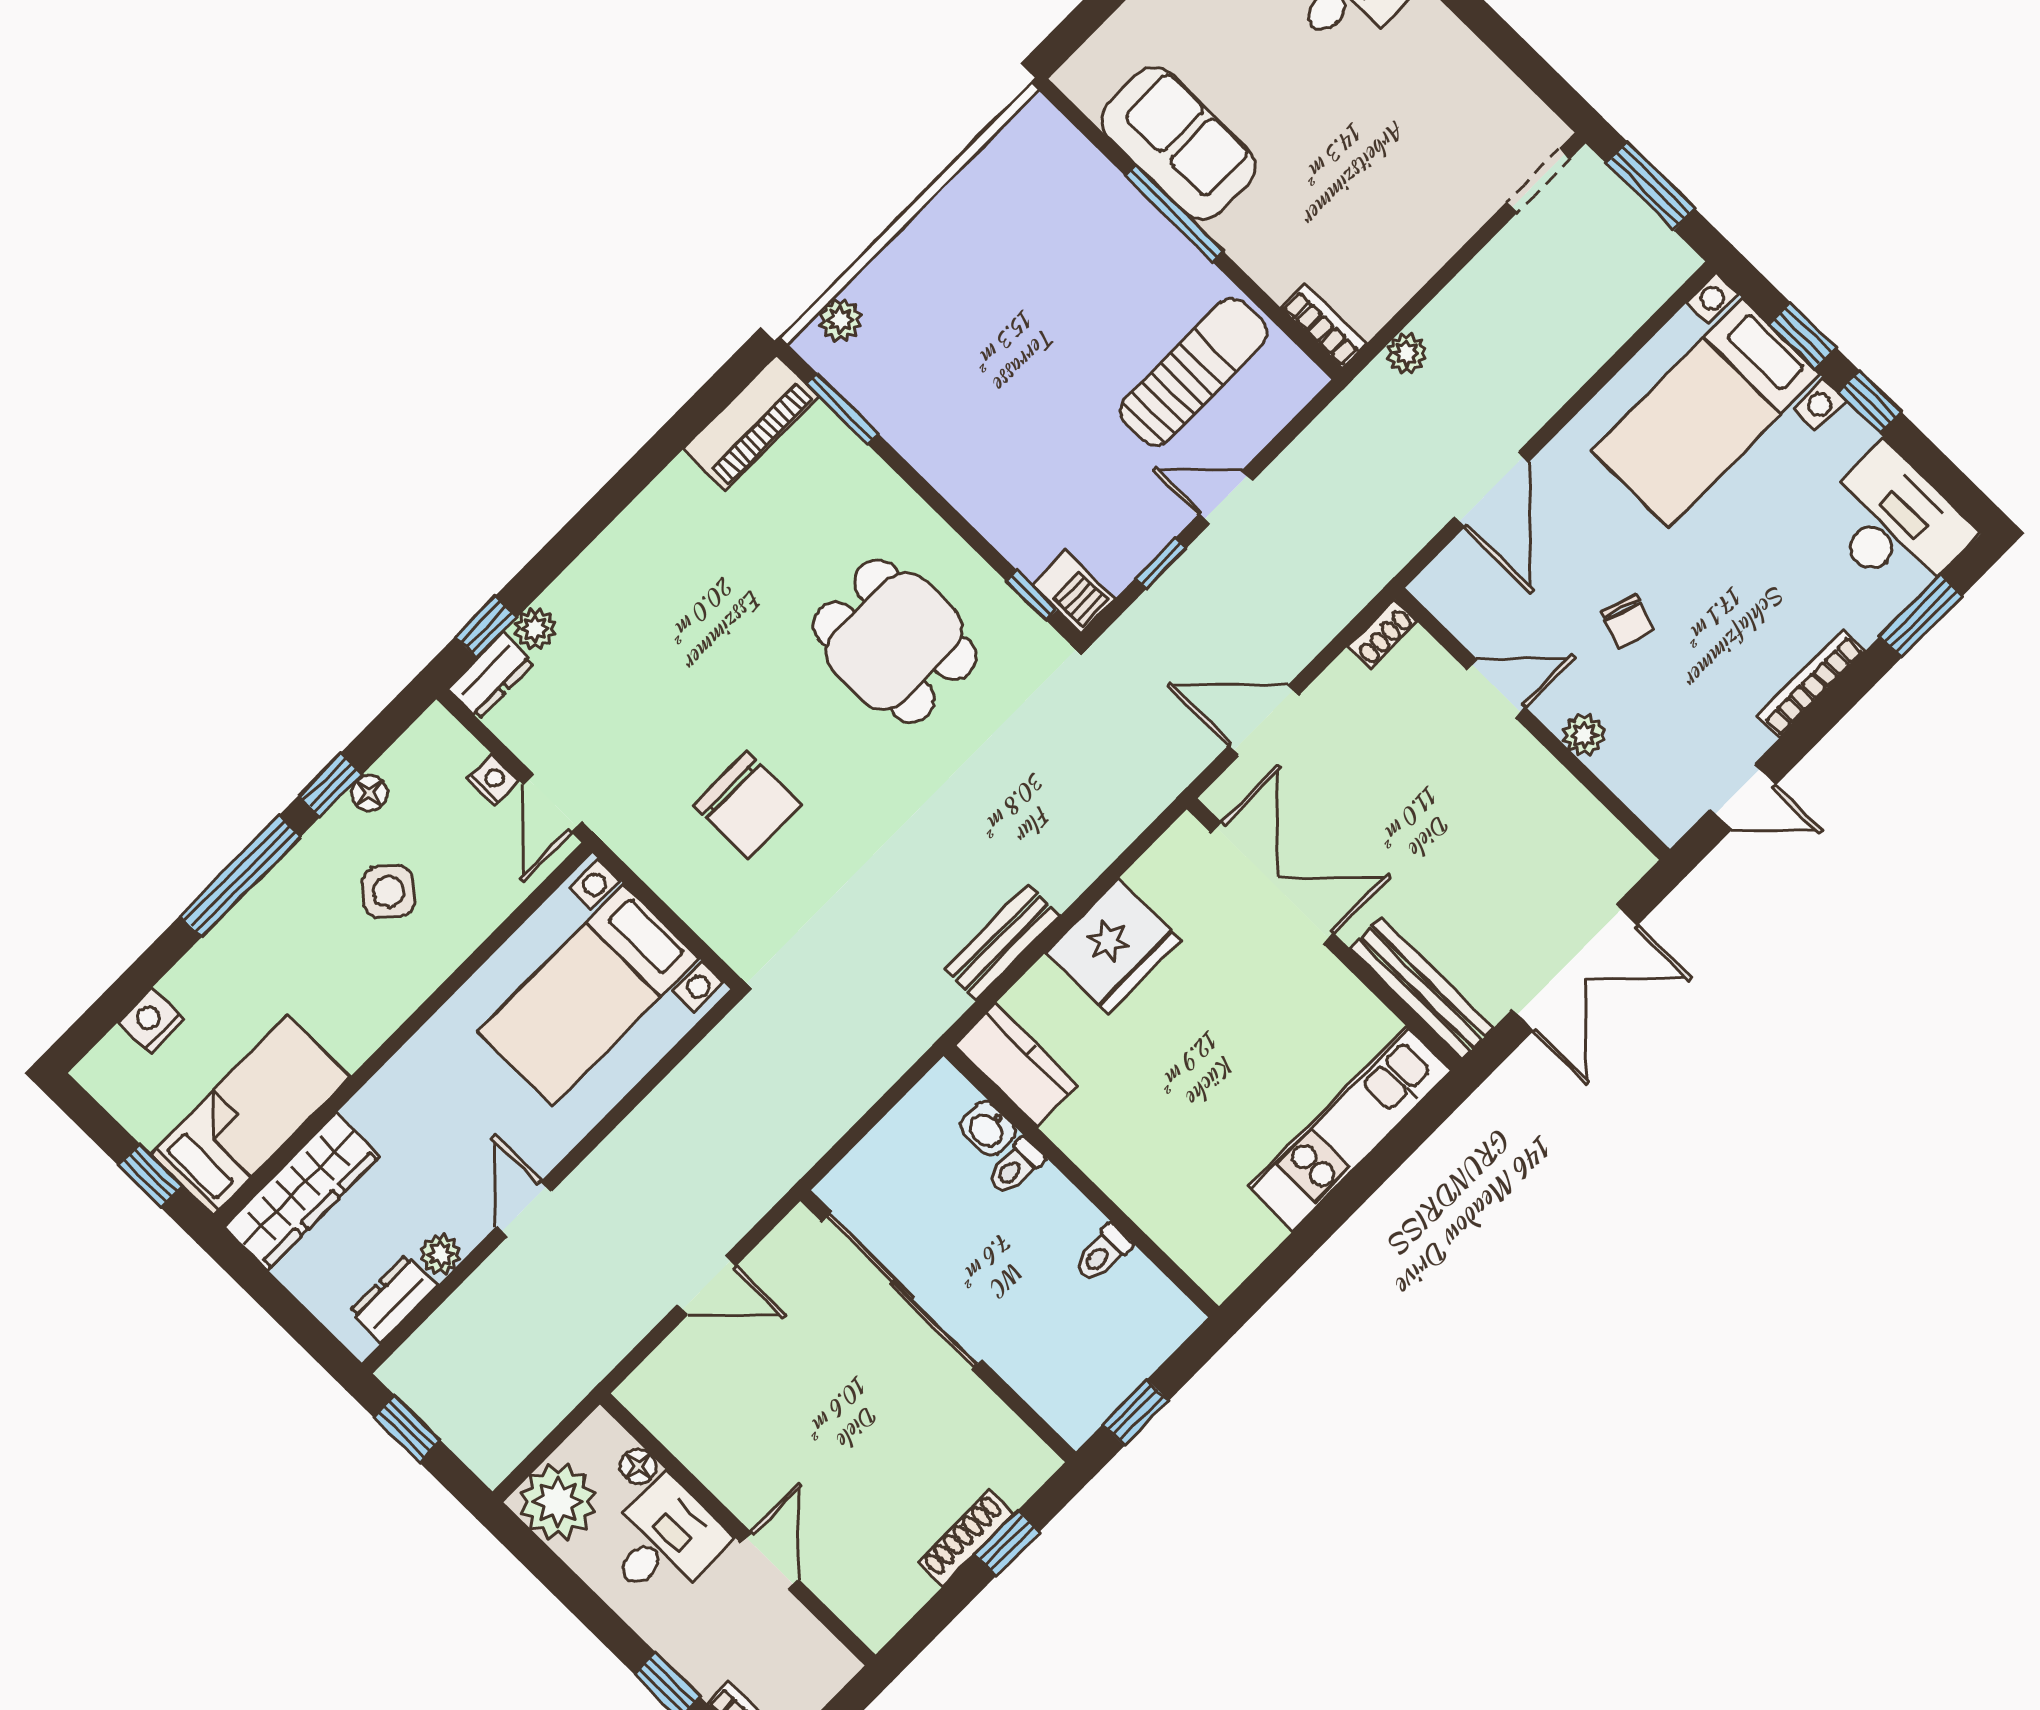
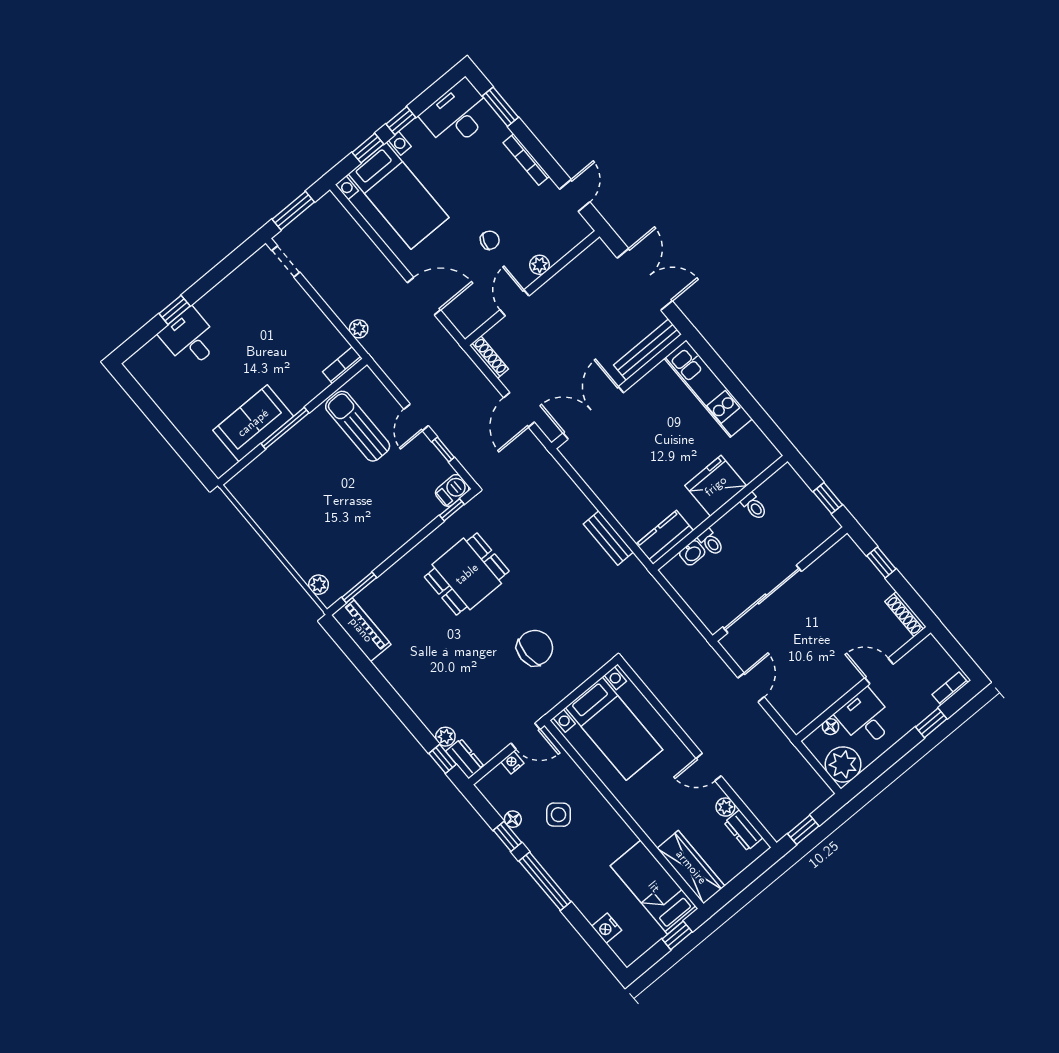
shoe rack: (1382, 634) -> (489, 357), width x1.43
fridge: (1114, 946) -> (716, 486), moved, turned -90
shoe rack: (966, 1538) -> (905, 614), moved

